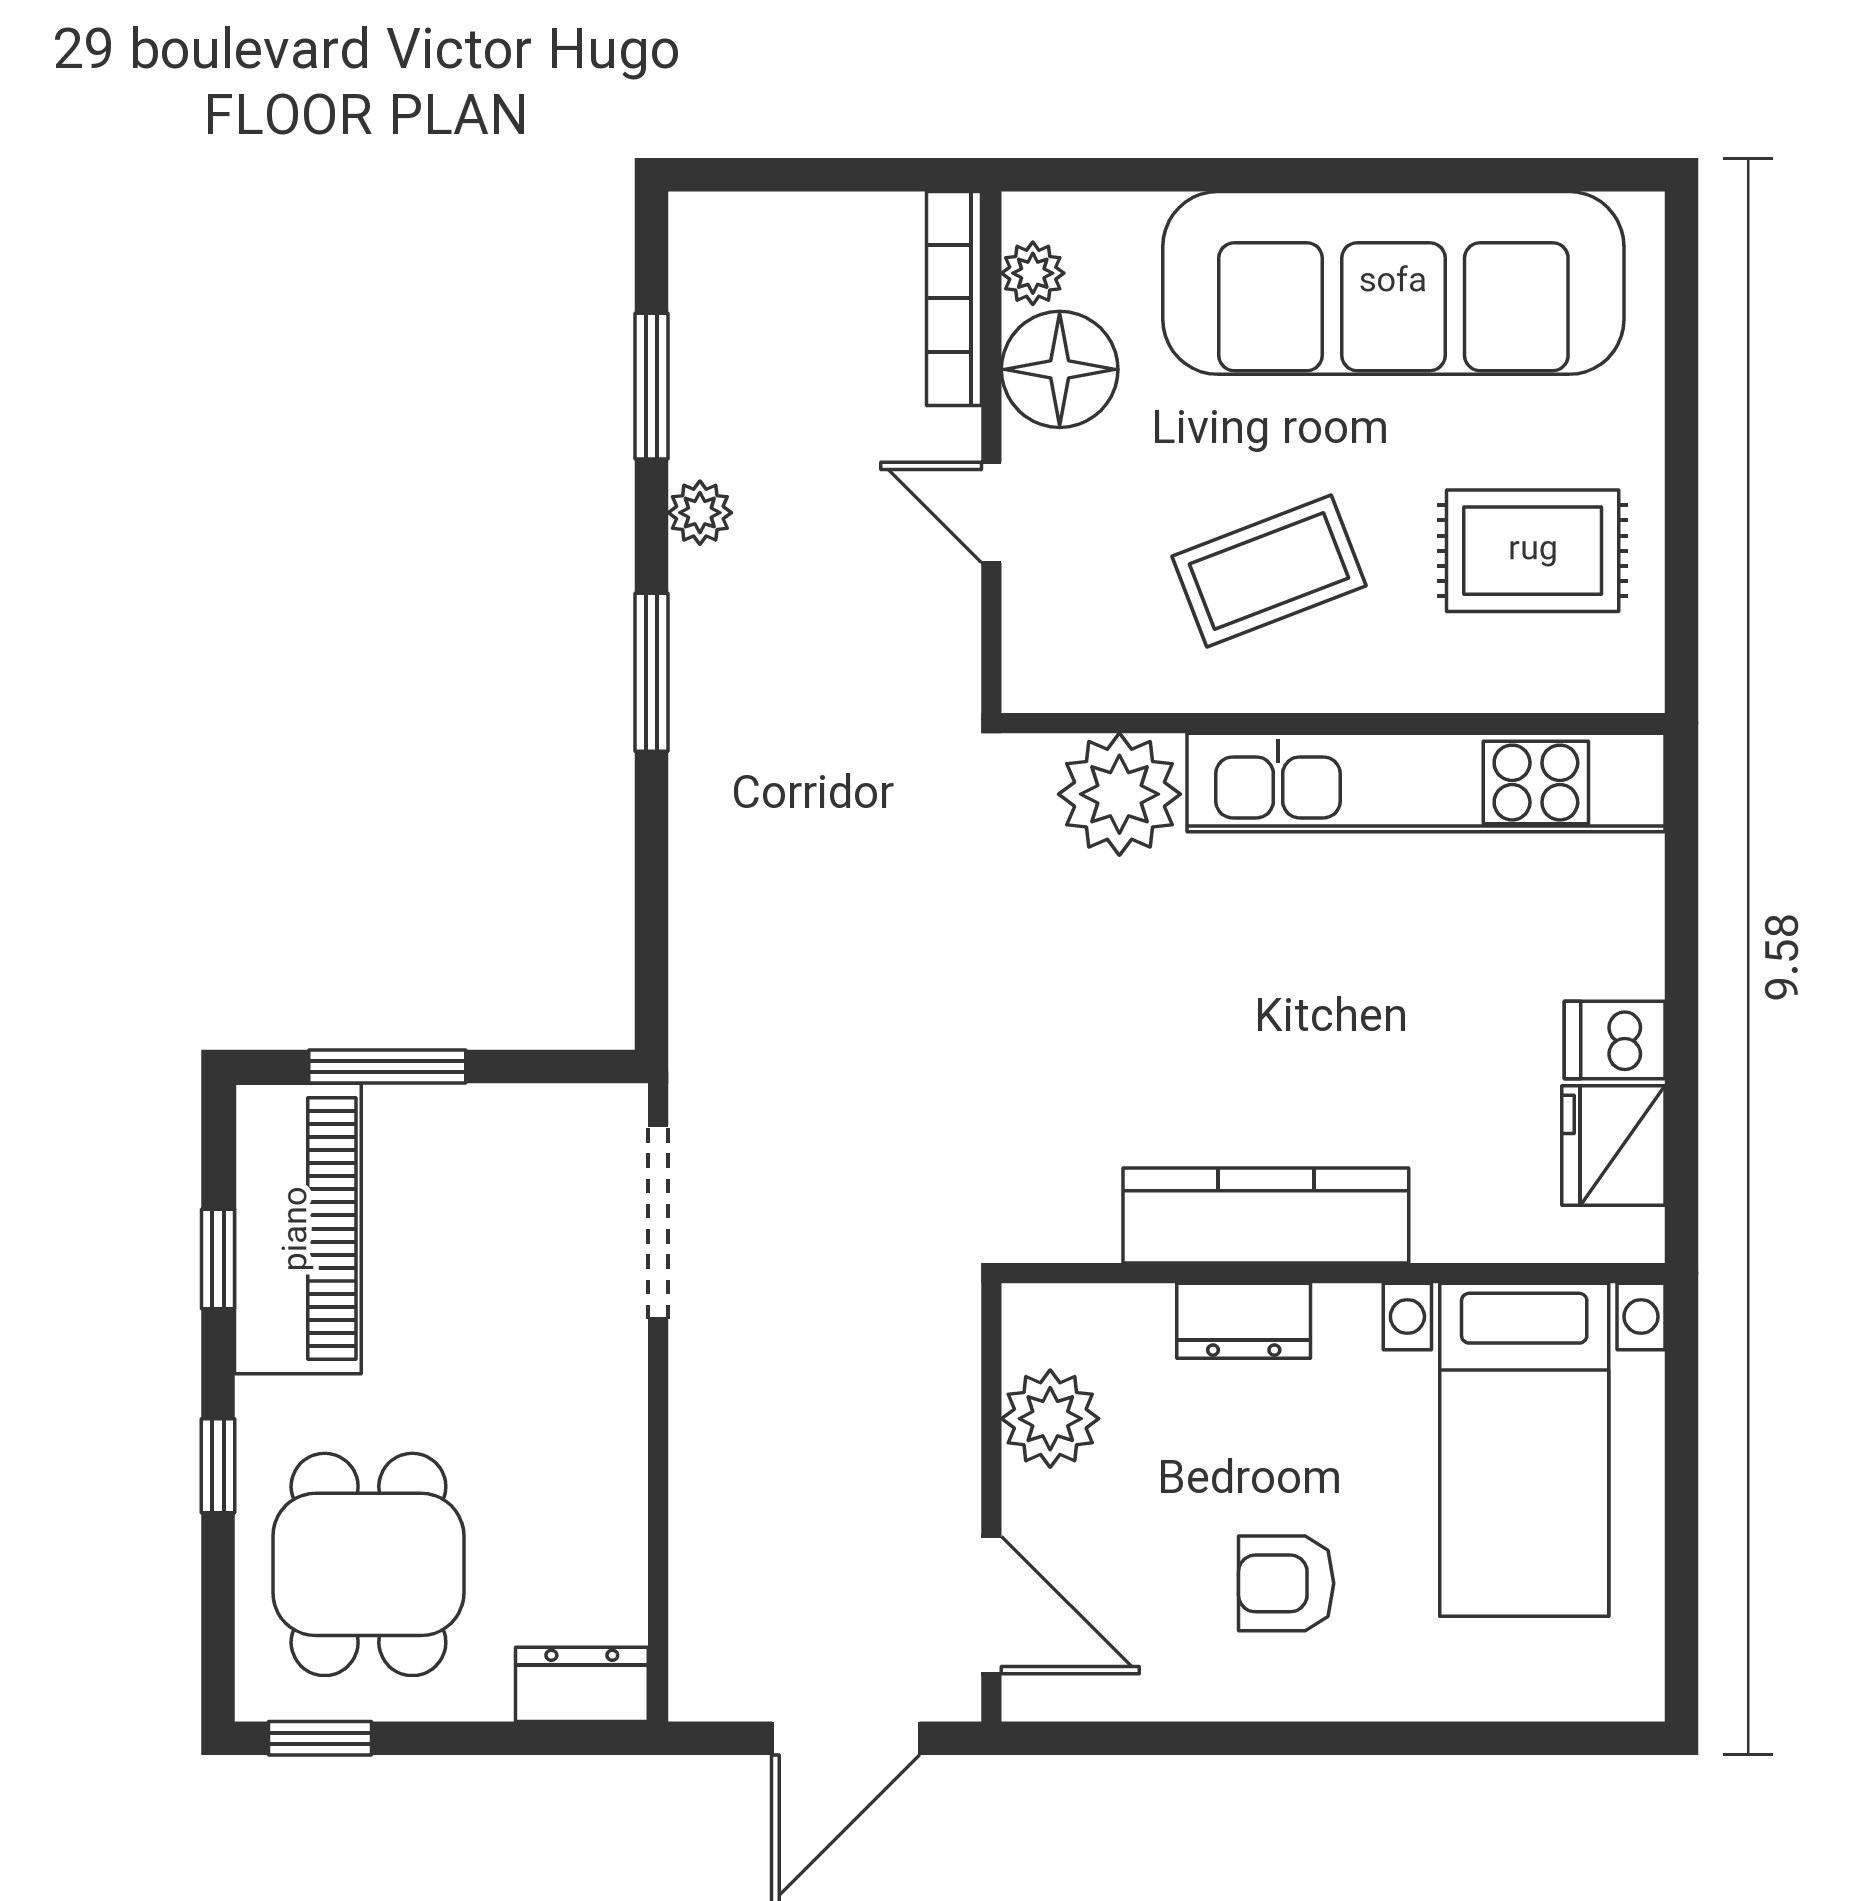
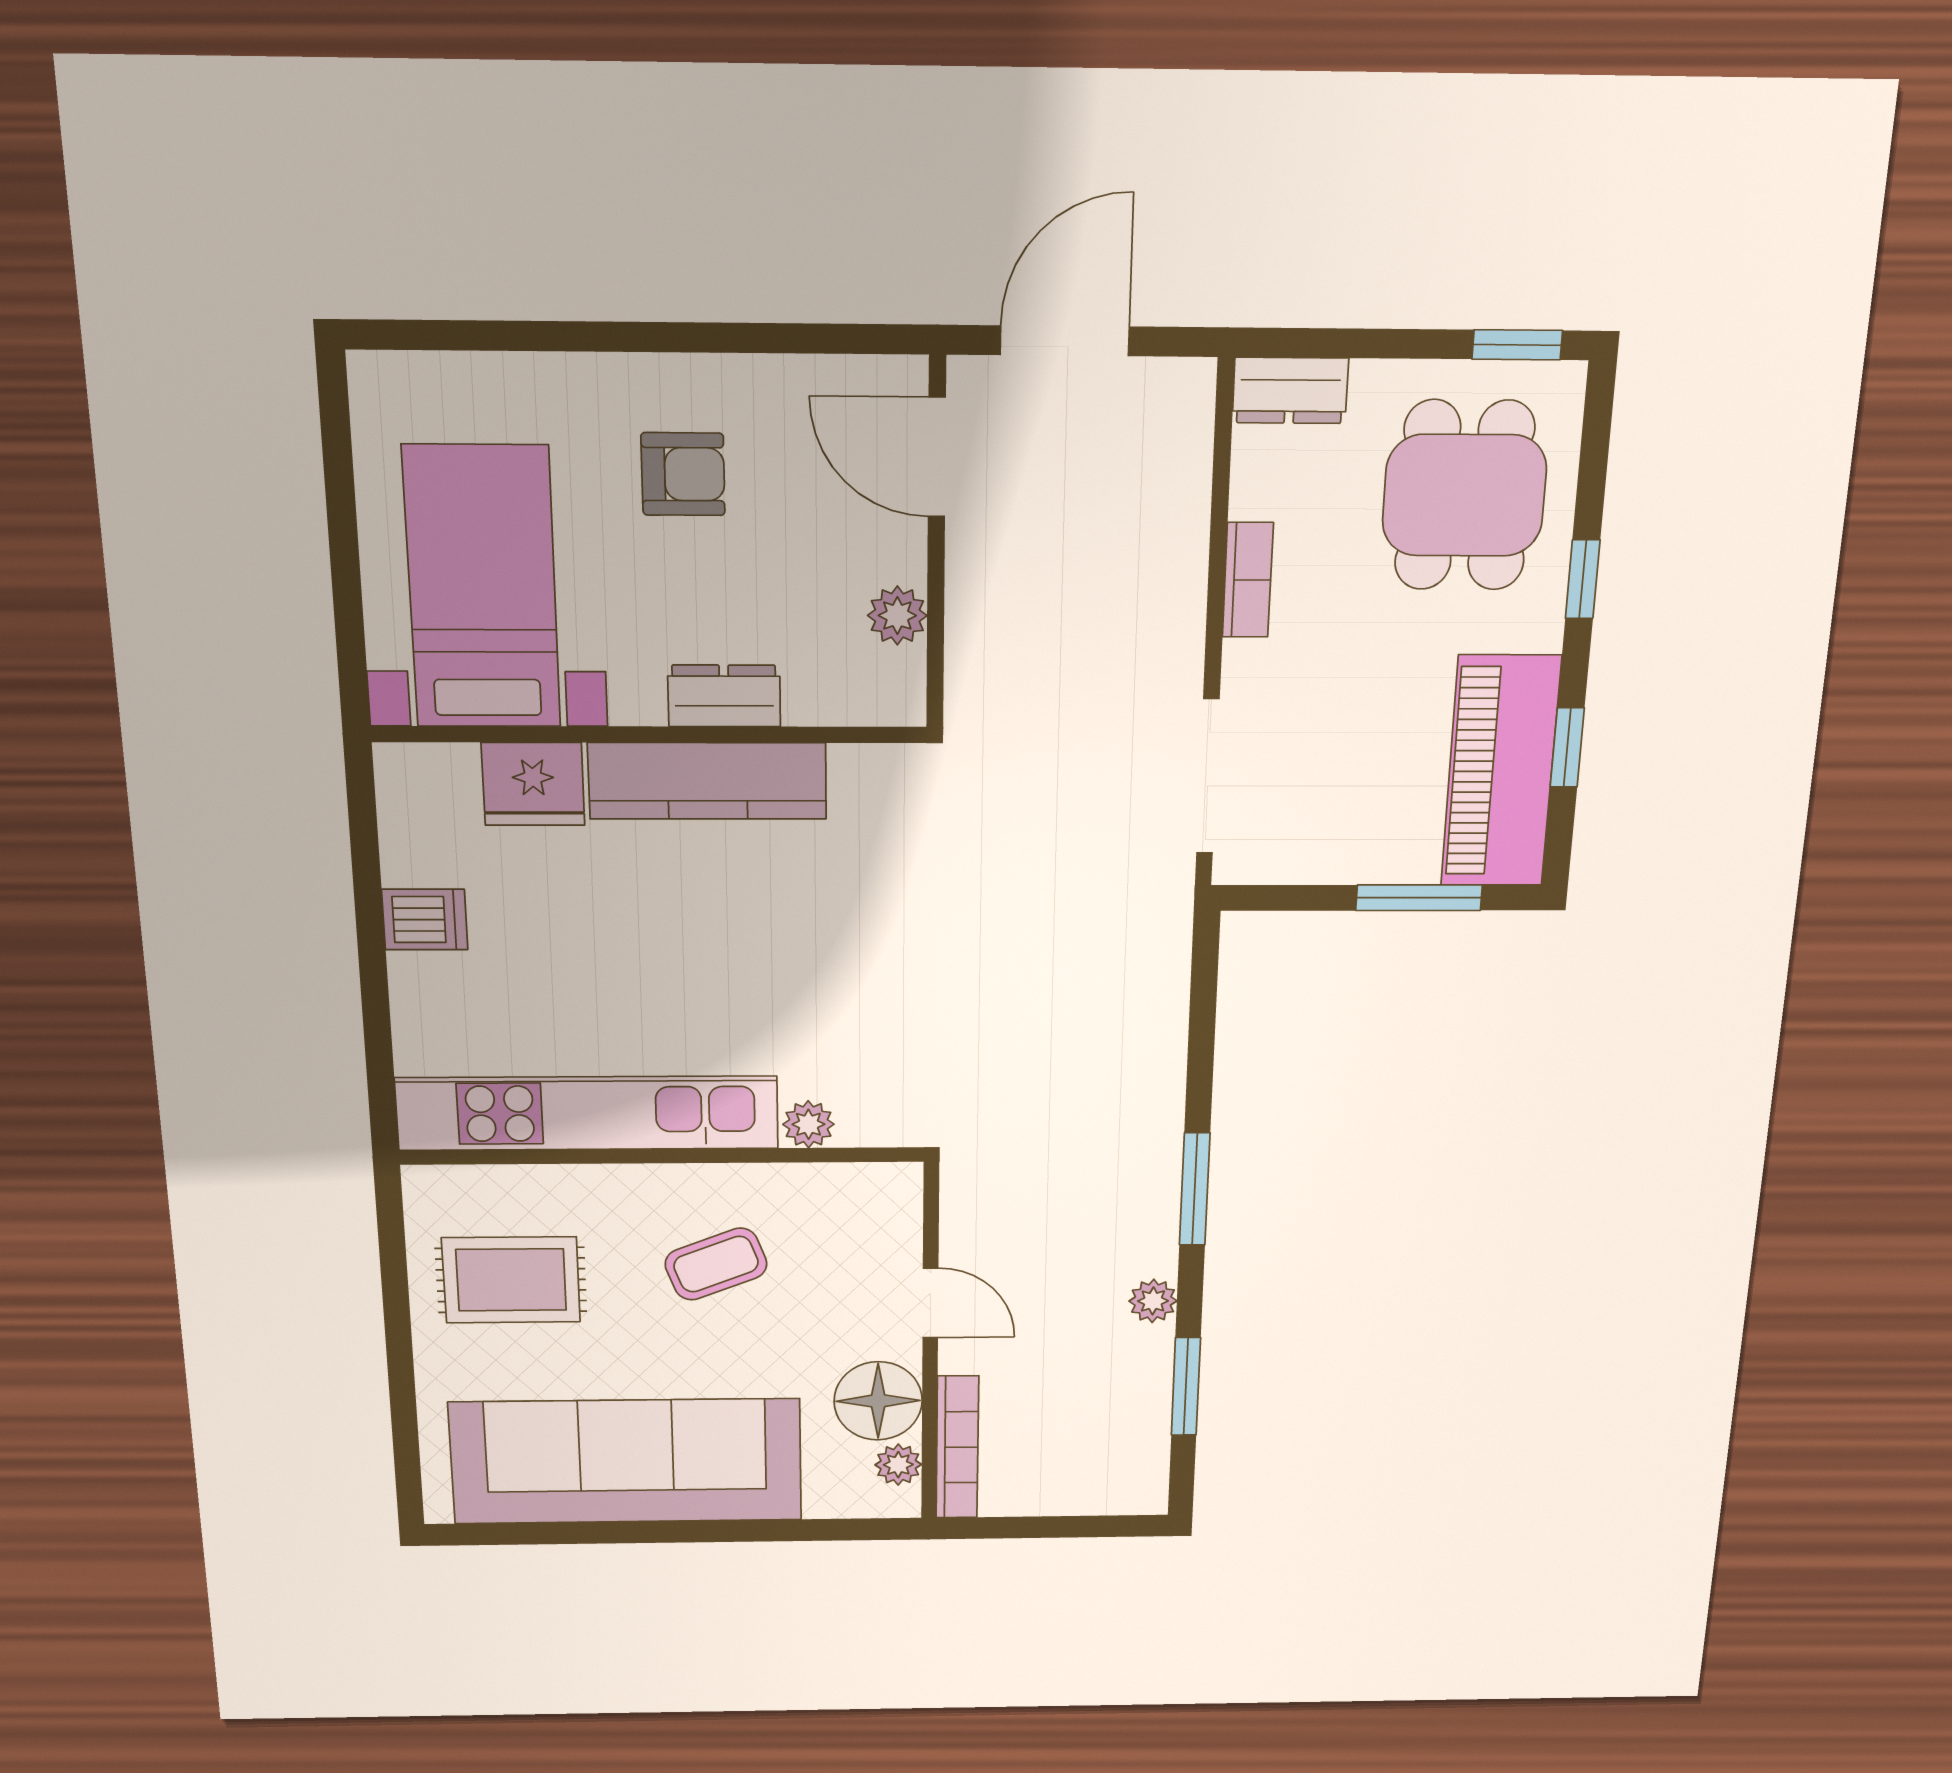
coffee table: (1269, 571) -> (716, 1264), width x0.73, depth x0.77
plant: (1119, 794) -> (808, 1124), width x0.53, depth x0.53
fridge: (1613, 1145) -> (533, 784), moved, turned 90
plant: (1050, 1419) -> (897, 616), width x0.73, depth x0.73
bookcase: (621, 1463) -> (1248, 580), added

